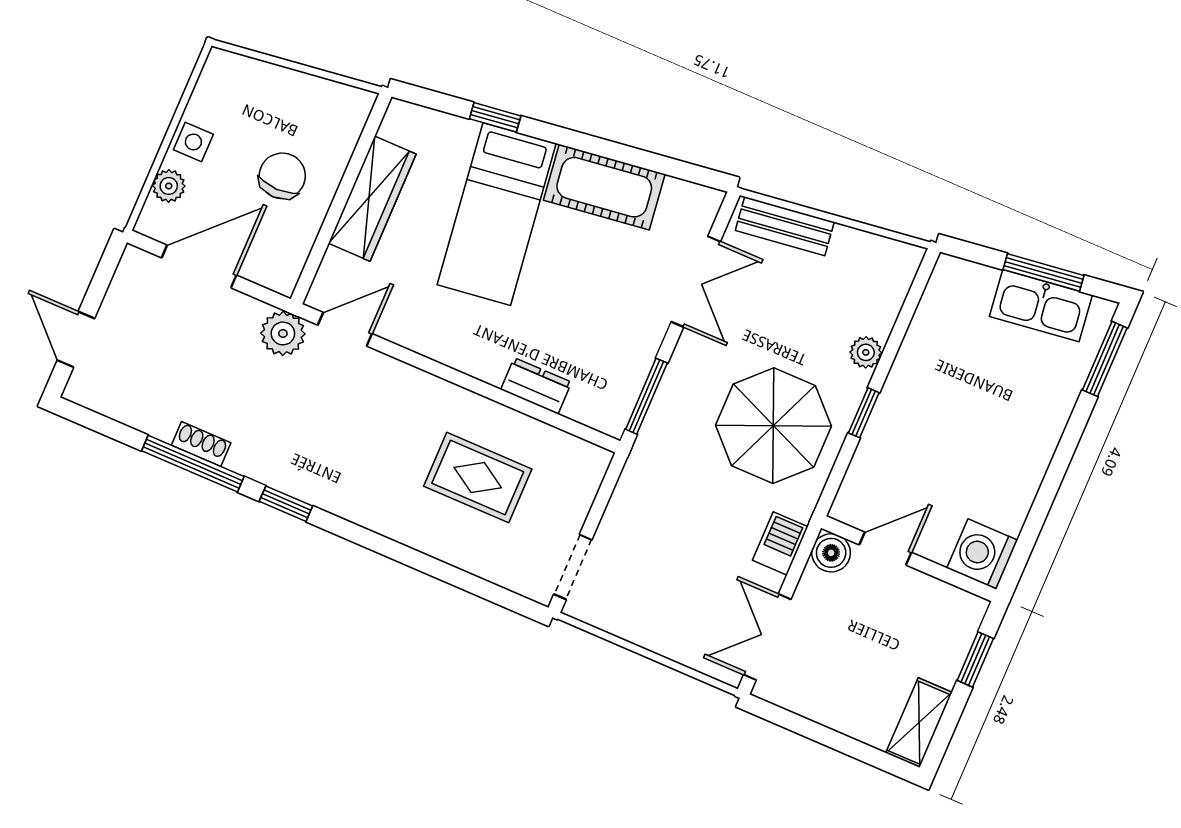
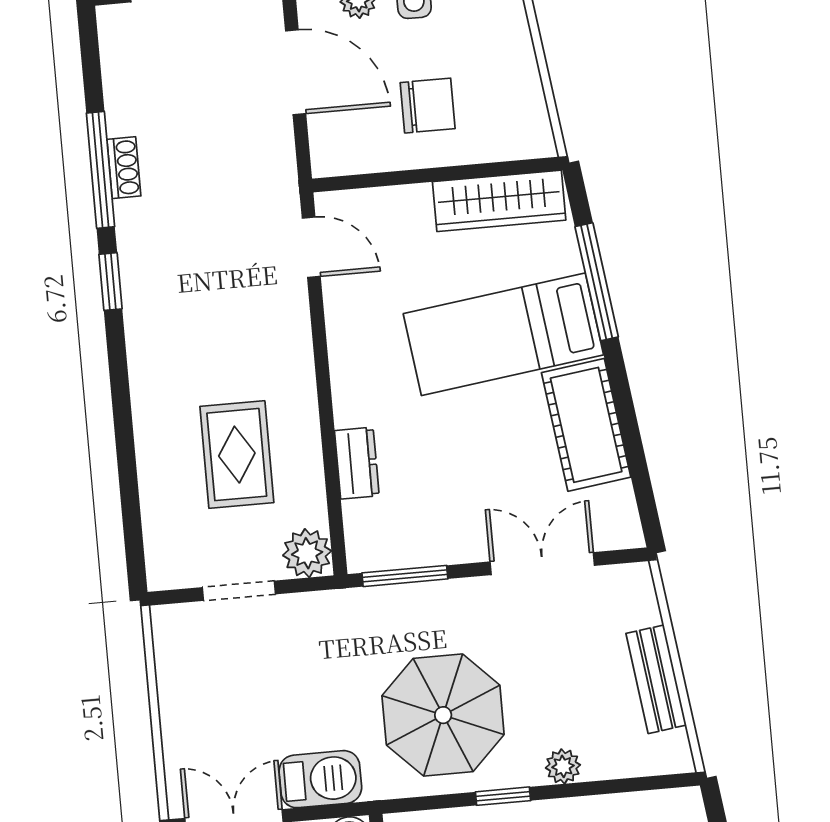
window: (495, 117) -> (597, 282), width x2.17
wardrobe: (372, 199) -> (499, 201), moved
bench: (785, 226) -> (656, 679), moved
double door: (696, 282) -> (542, 564), swing flipped
plant: (283, 333) -> (307, 553), moved
barbecue: (780, 544) -> (320, 779), width x1.38, depth x1.27
doorway: (573, 567) -> (239, 591), moved

